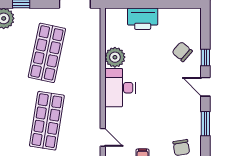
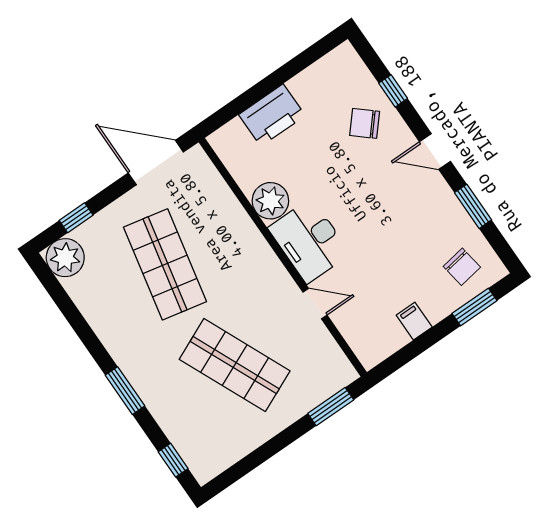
window: (205, 58) -> (393, 91), moved
shop shelf: (47, 121) -> (235, 365), turned -33
door: (103, 137) -> (315, 304), moved

